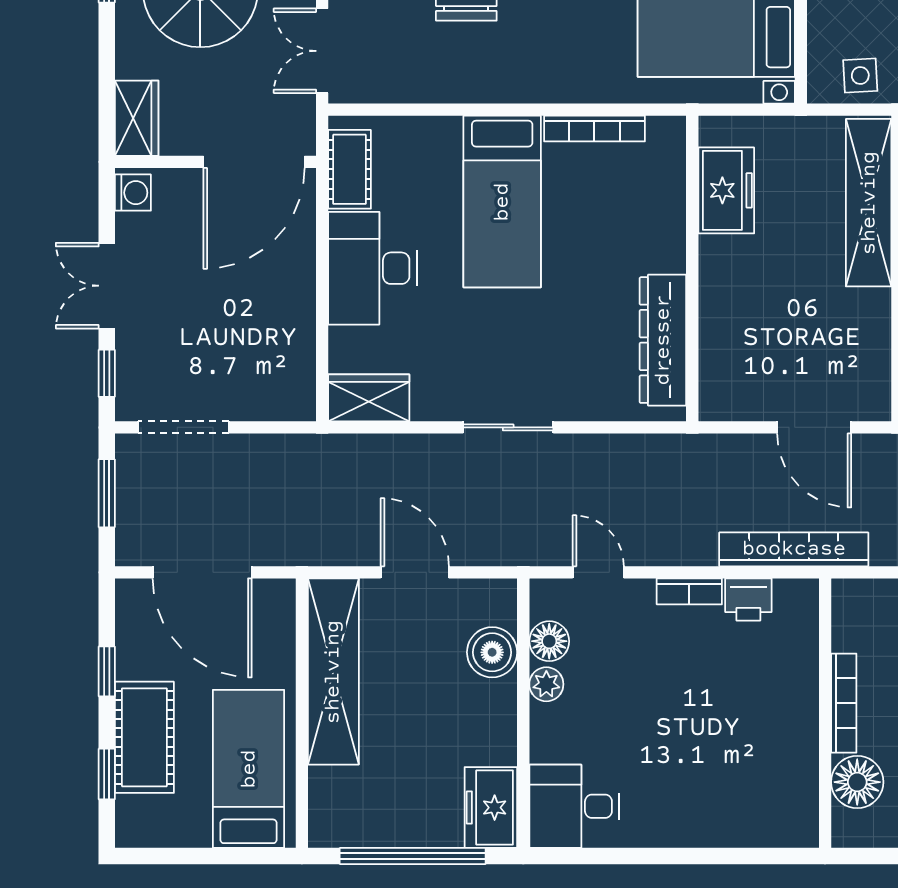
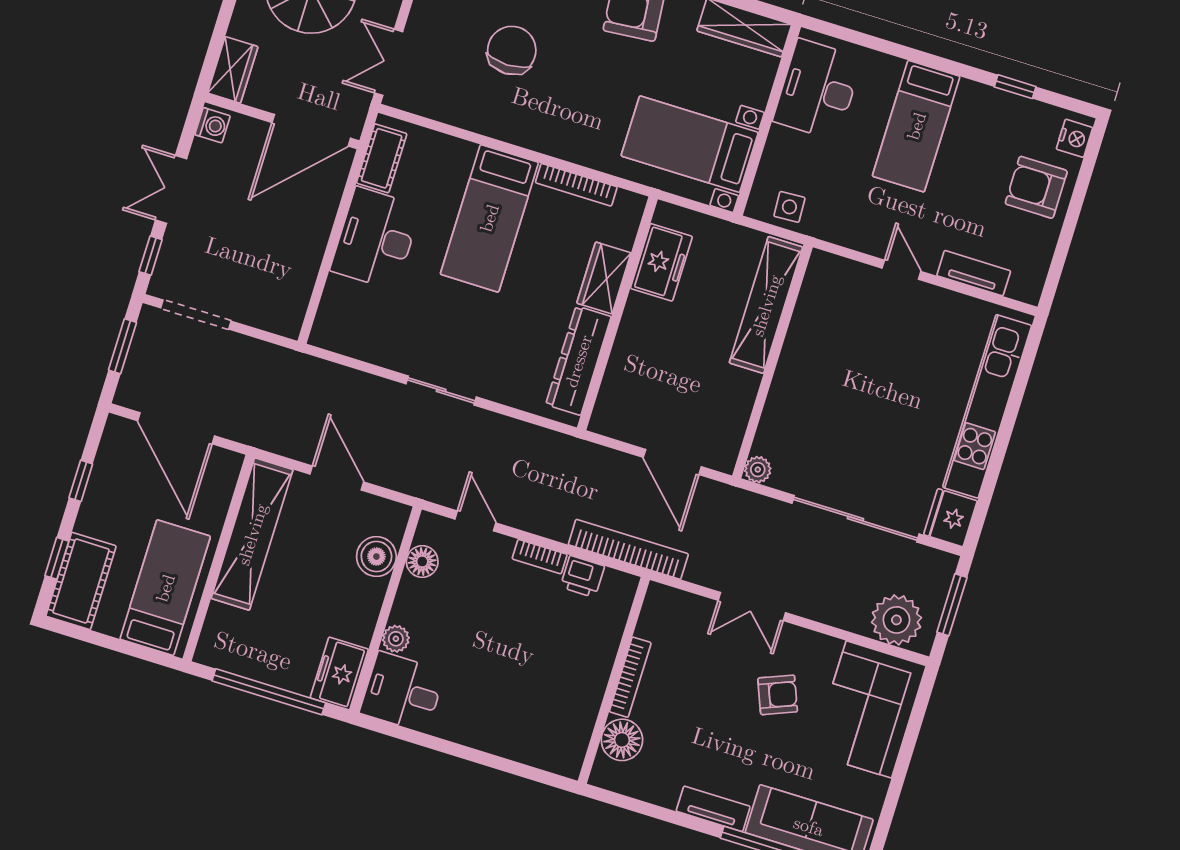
wardrobe: (369, 398) -> (604, 278), moved, turned -90
plant: (546, 684) -> (396, 639), moved
cot: (144, 737) -> (81, 581), moved

